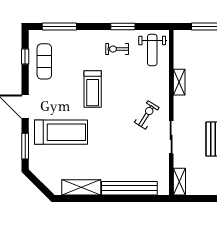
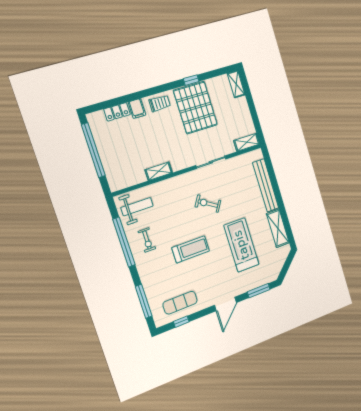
window: (123, 26) -> (124, 242), width x2.11
exercise bike: (147, 115) -> (208, 204), moved
treadmill: (61, 132) -> (241, 245), moved

